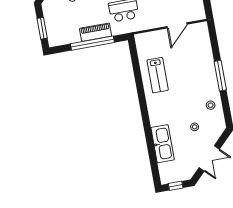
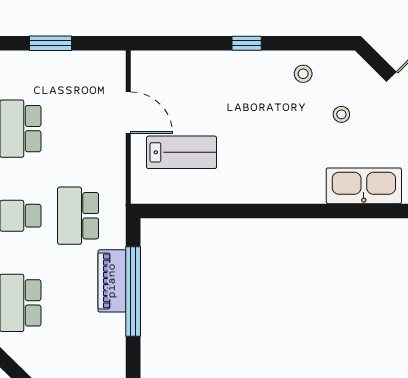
lab bench: (158, 75) -> (182, 152), moved
window: (220, 76) -> (247, 43), width x0.46

